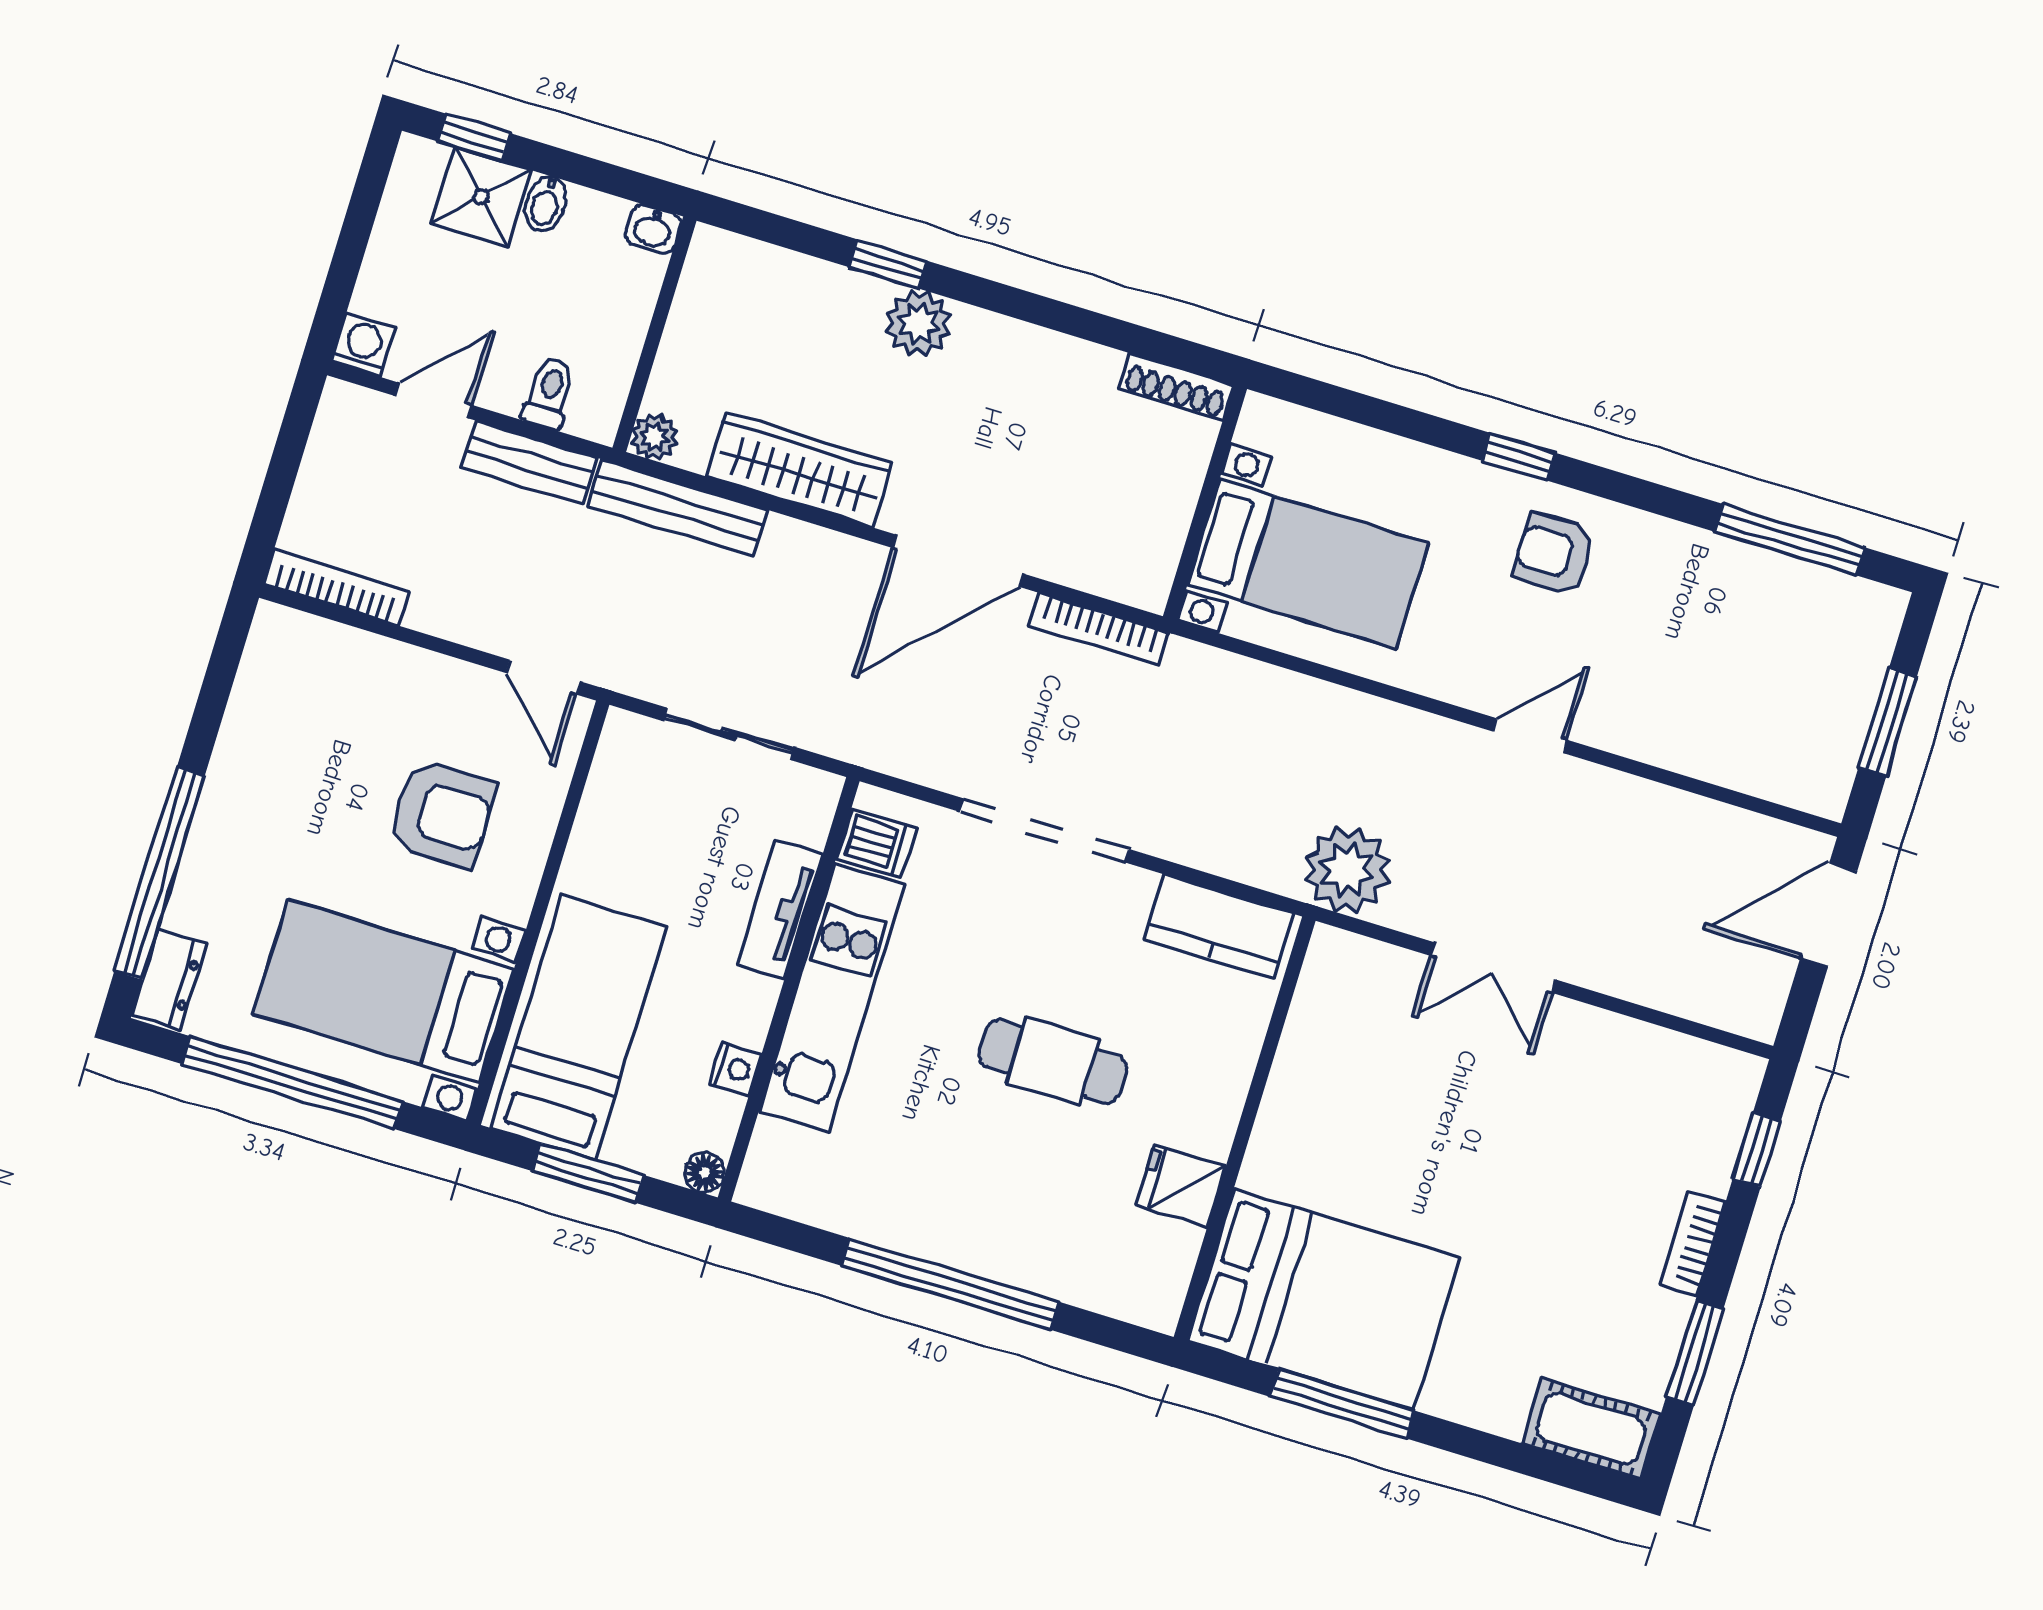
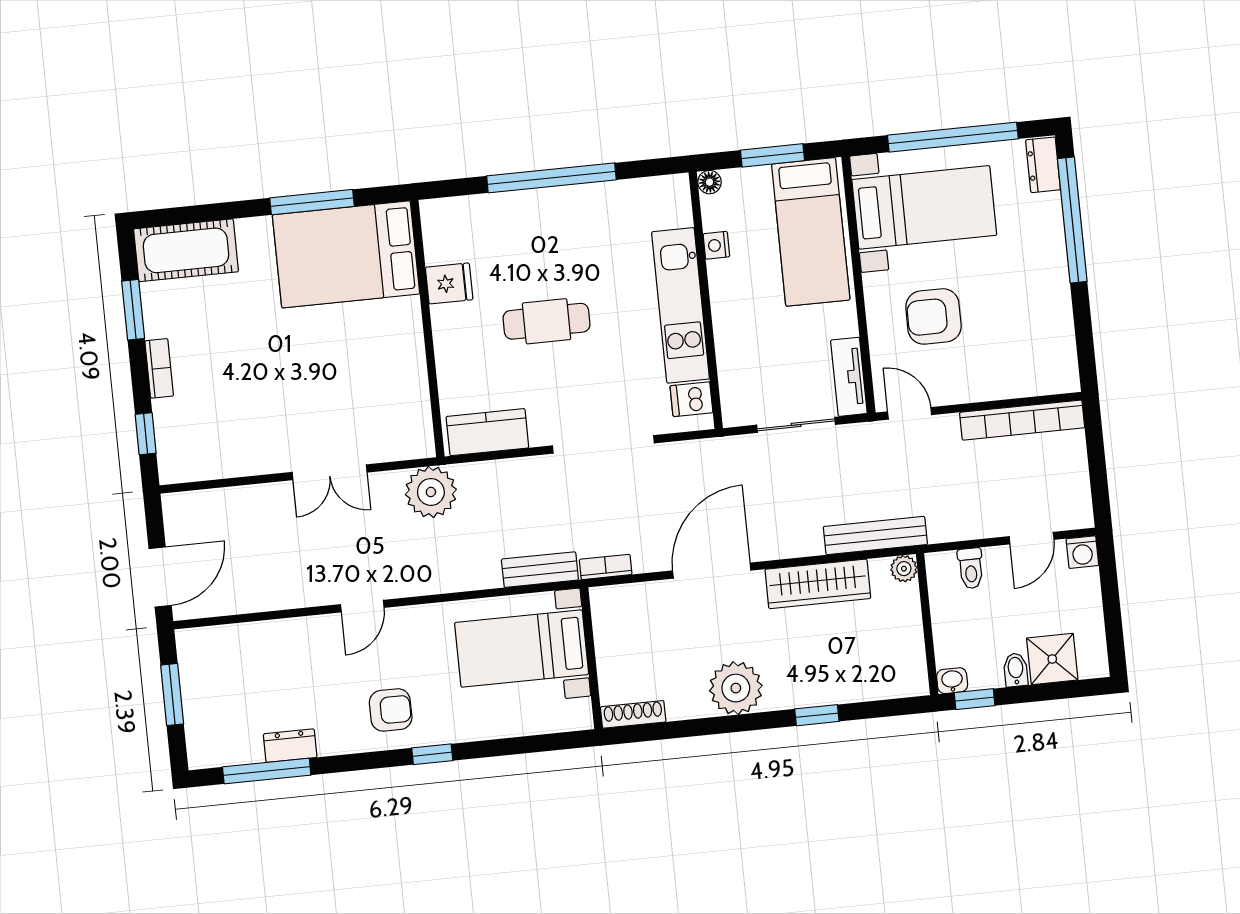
window: (474, 137) -> (975, 699), moved
plant: (918, 323) -> (736, 688), moved, width x1.36, depth x1.36
bench: (529, 462) -> (540, 570), moved
dresser: (1736, 564) -> (290, 746), added
bookcase: (336, 588) -> (1022, 420), width x1.48, depth x1.31
bookcase: (1099, 629) -> (606, 567), width x0.64
tv unit: (780, 910) -> (849, 377), moved, turned 180
double door: (1493, 968) -> (330, 472), swing flipped
cot: (1591, 1429) -> (186, 250), width x1.37, depth x1.34

